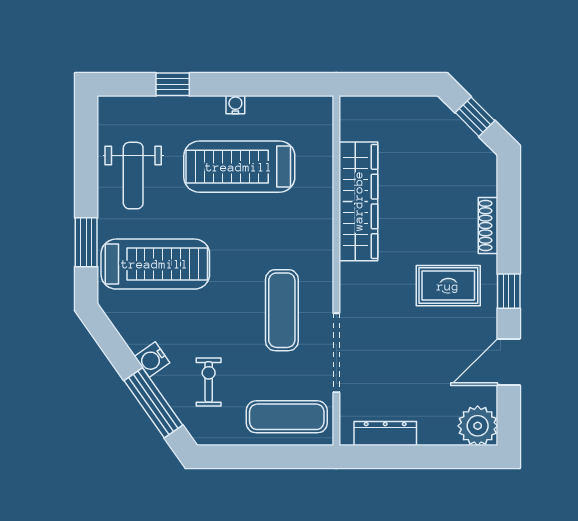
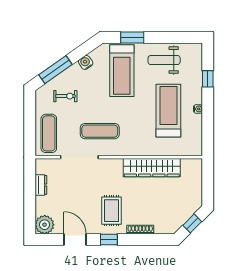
water cooler: (152, 360) -> (86, 62), moved
dresser: (385, 434) -> (41, 185), width x0.70

